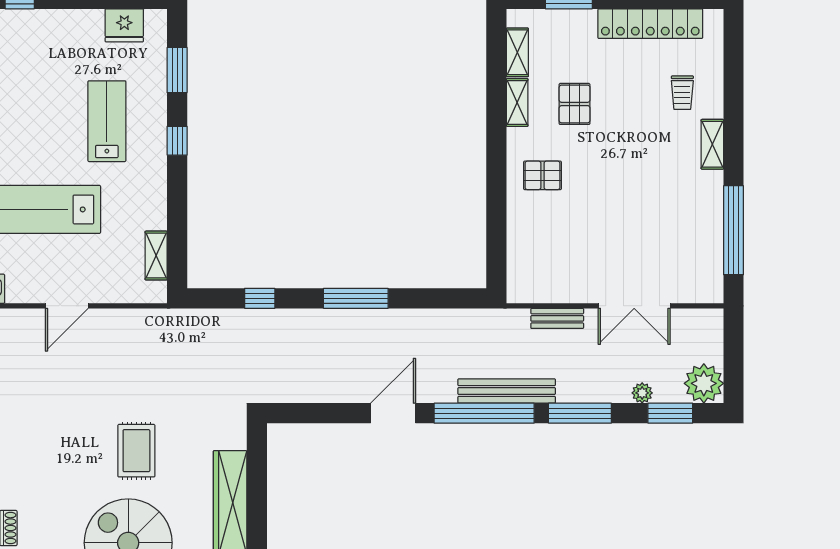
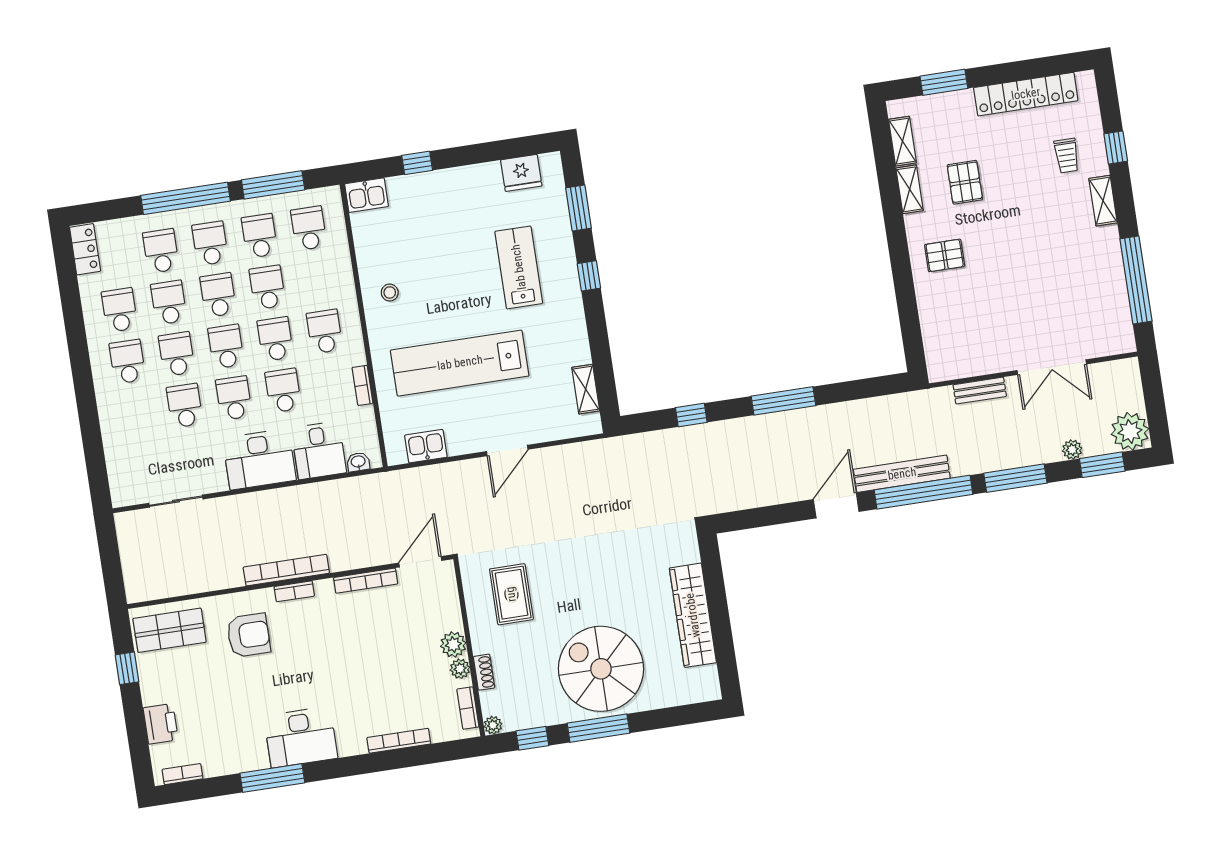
window: (734, 92) -> (1116, 148), added
bench: (507, 391) -> (902, 474), moved
rug: (136, 451) -> (511, 594), moved

